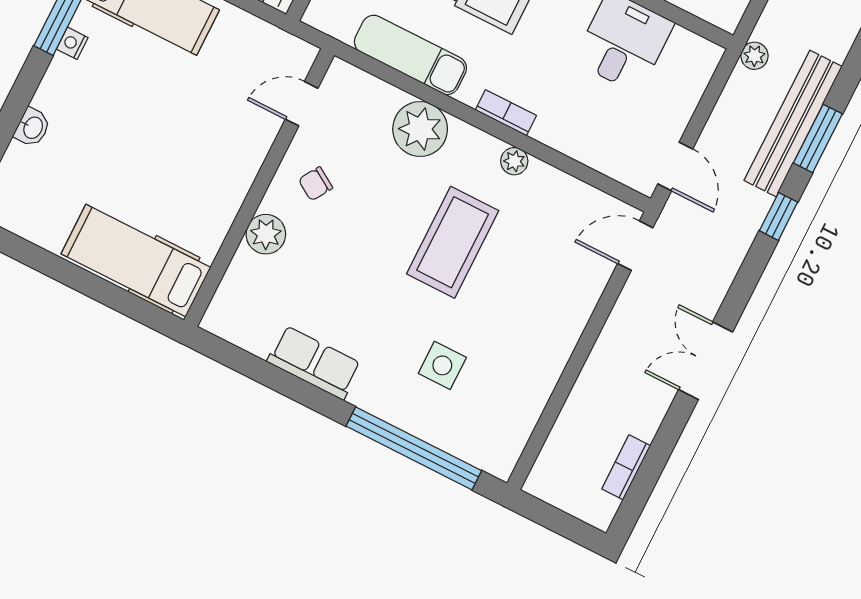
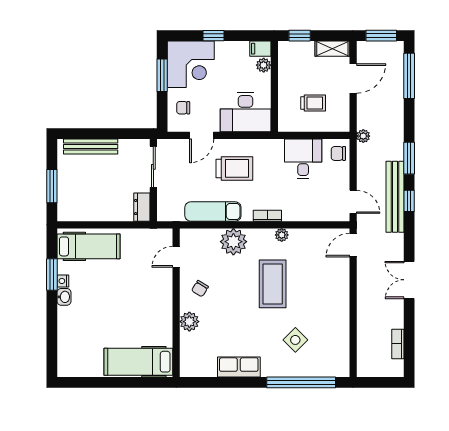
chair: (693, 65) -> (338, 153), added
bench: (793, 123) -> (395, 197), moved
washbasin: (32, 127) -> (64, 297), moved
side table: (442, 365) -> (295, 340), turned 45

